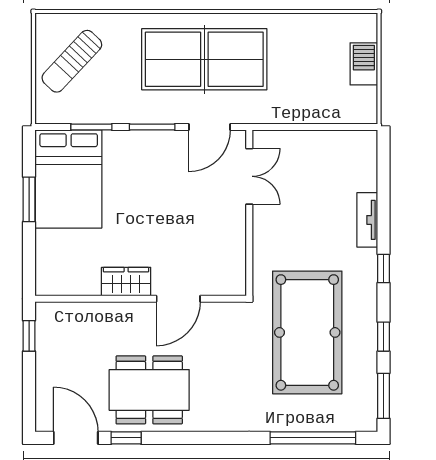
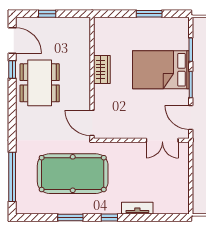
bed: (69, 179) -> (161, 70), moved
door: (178, 299) -> (92, 123), moved
window: (29, 336) -> (47, 14), moved
window: (384, 337) -> (70, 217), width x1.50
window: (384, 396) -> (36, 217), removed
door: (76, 438) -> (12, 41), hinge flipped

